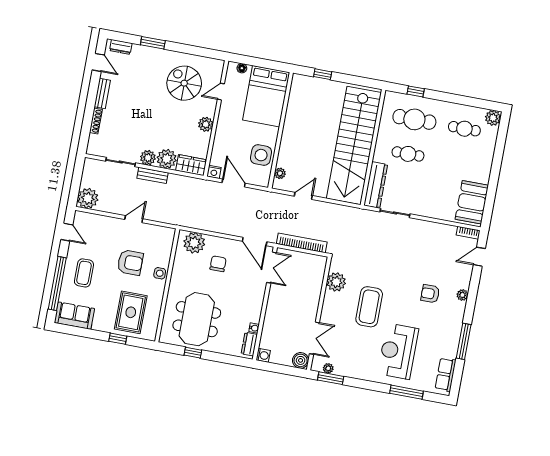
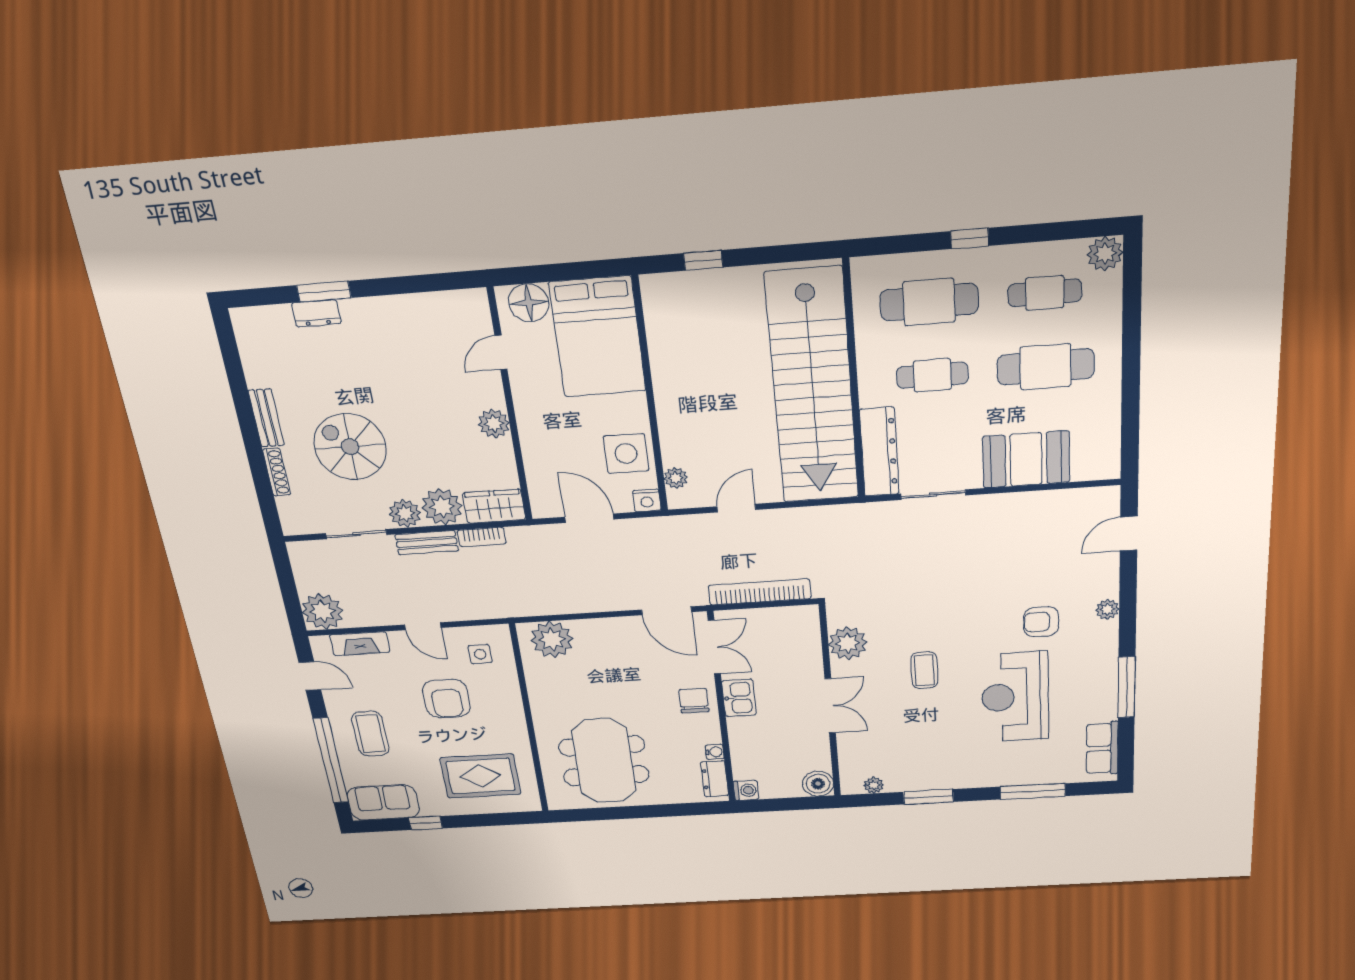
dresser: (121, 47) -> (316, 313), moved
door: (98, 62) -> (232, 360), removed
floor lamp: (242, 68) -> (529, 303), width x1.89, depth x1.89
spiral stairs: (184, 83) -> (350, 447), moved
window: (416, 91) -> (970, 238), moved
cafe table: (458, 163) -> (1046, 367), added
nightstand: (214, 172) -> (647, 500), moved
booth: (472, 202) -> (1026, 459), moved, turned 90
door: (134, 219) -> (423, 626), swing flipped
fireplace: (99, 221) -> (360, 644), added
bookcase: (468, 233) -> (482, 537), moved
armchair: (130, 262) -> (446, 699), turned 90
chair: (218, 264) -> (694, 701), moved
side table: (160, 273) -> (480, 654), moved
kitchen sink: (275, 299) -> (739, 698), added
coffee table: (369, 307) -> (924, 670), width x0.54, depth x0.58
rug: (131, 312) -> (480, 776), turned 90
double door: (314, 338) -> (830, 706), moved
window: (118, 339) -> (426, 823), moved
reception desk: (398, 351) -> (1015, 697), moved
window: (193, 353) -> (617, 813), removed
window: (331, 378) -> (928, 797), moved

